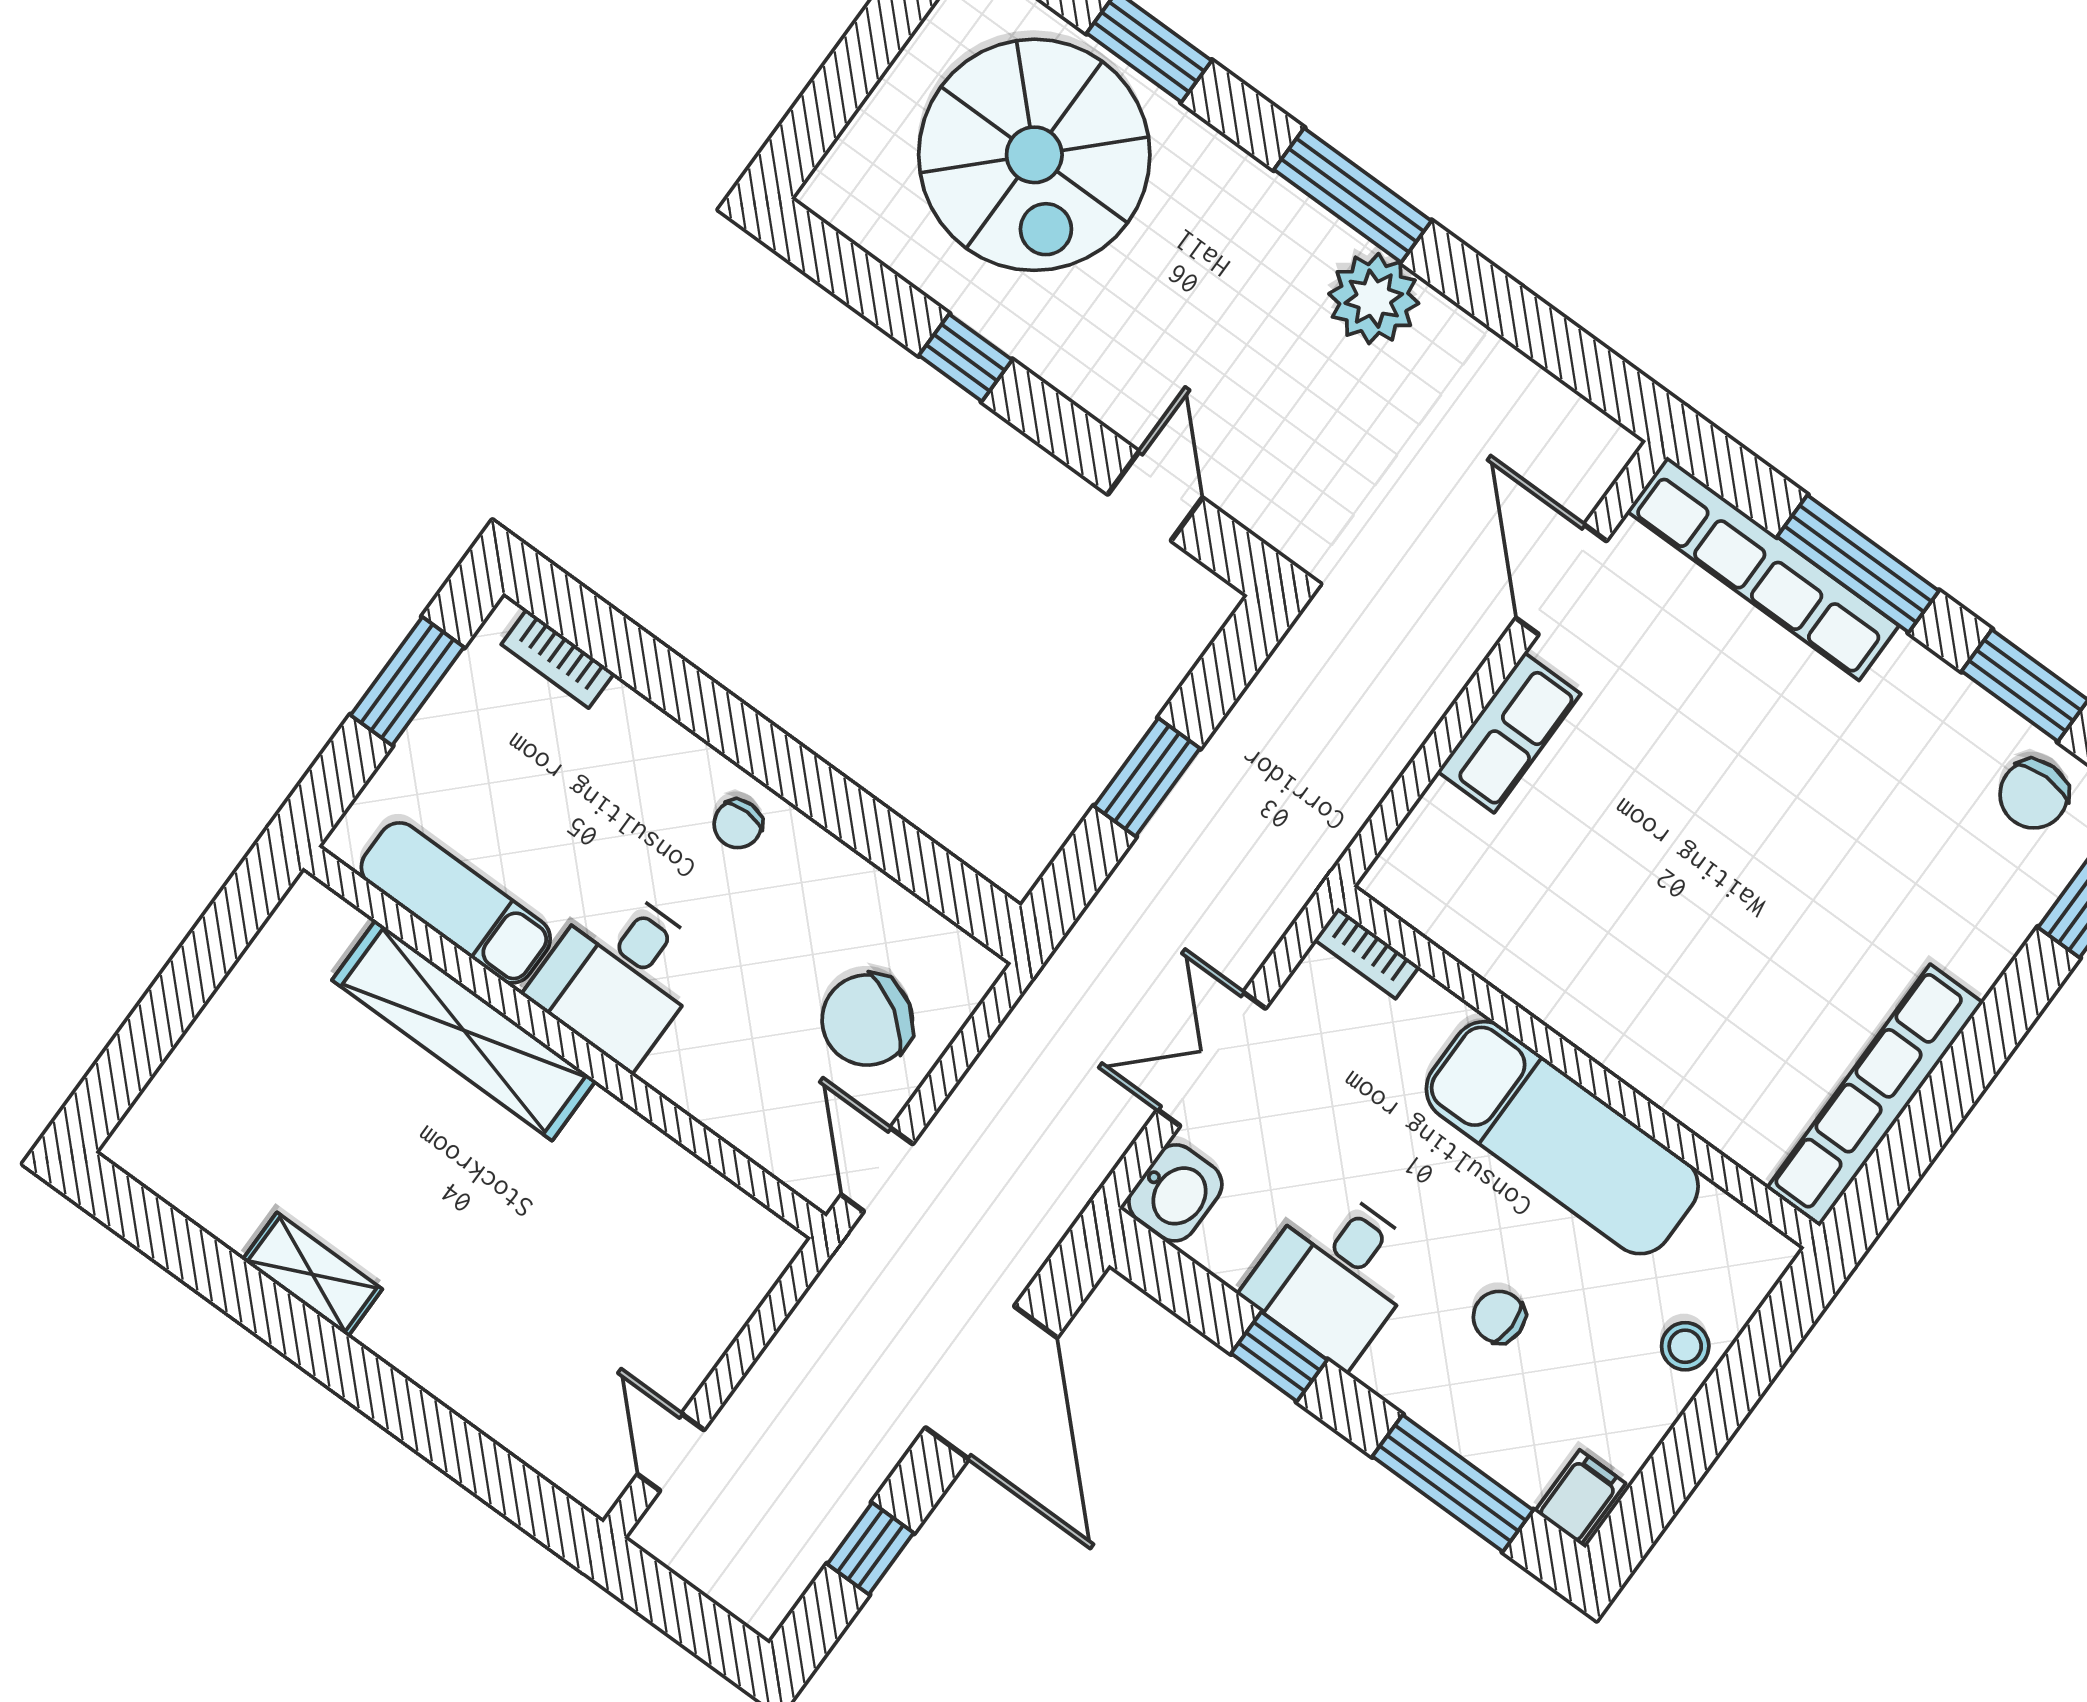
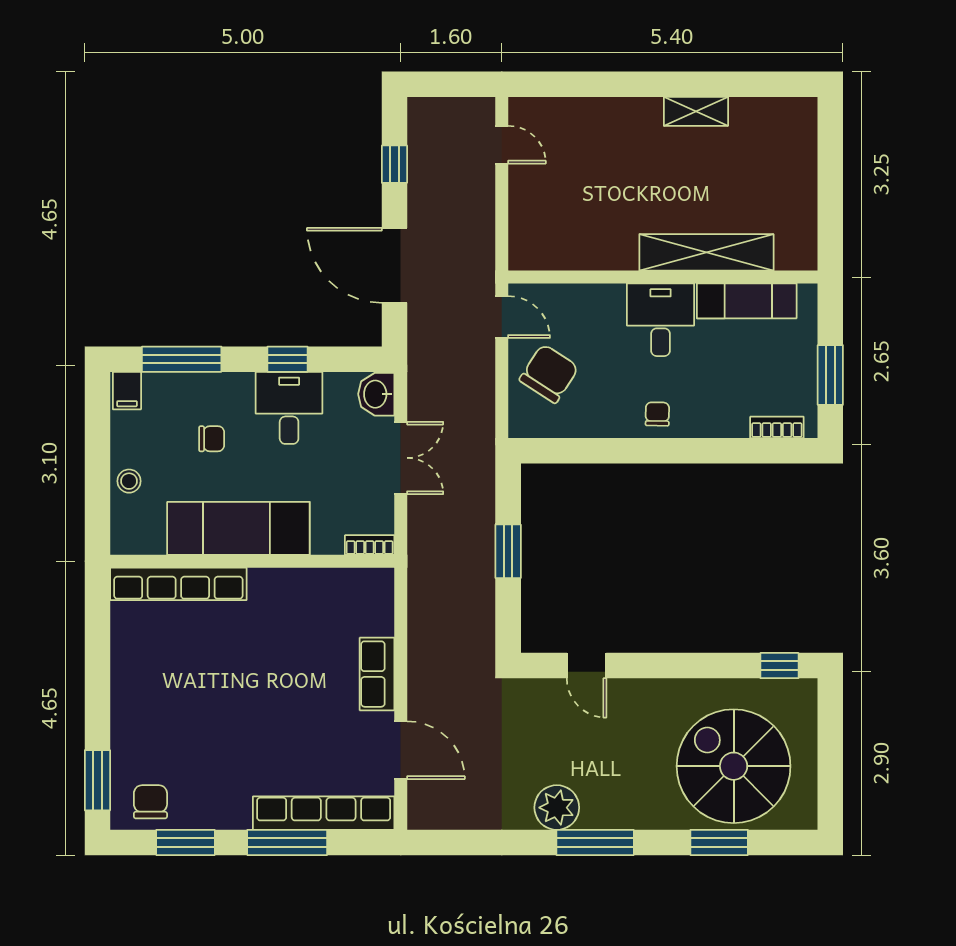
window: (965, 358) -> (779, 666), moved
row of seats: (1875, 1095) -> (178, 584), moved, turned 90

